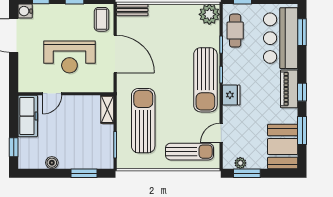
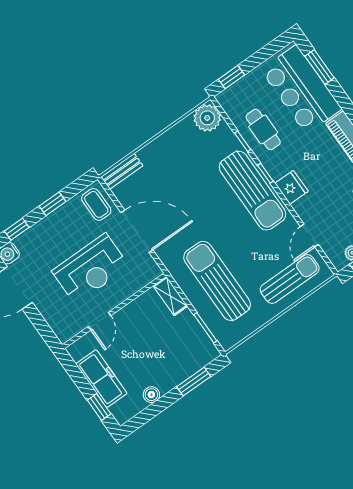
cafe table: (235, 31) -> (263, 129), moved
freezer: (28, 116) -> (101, 379), moved

